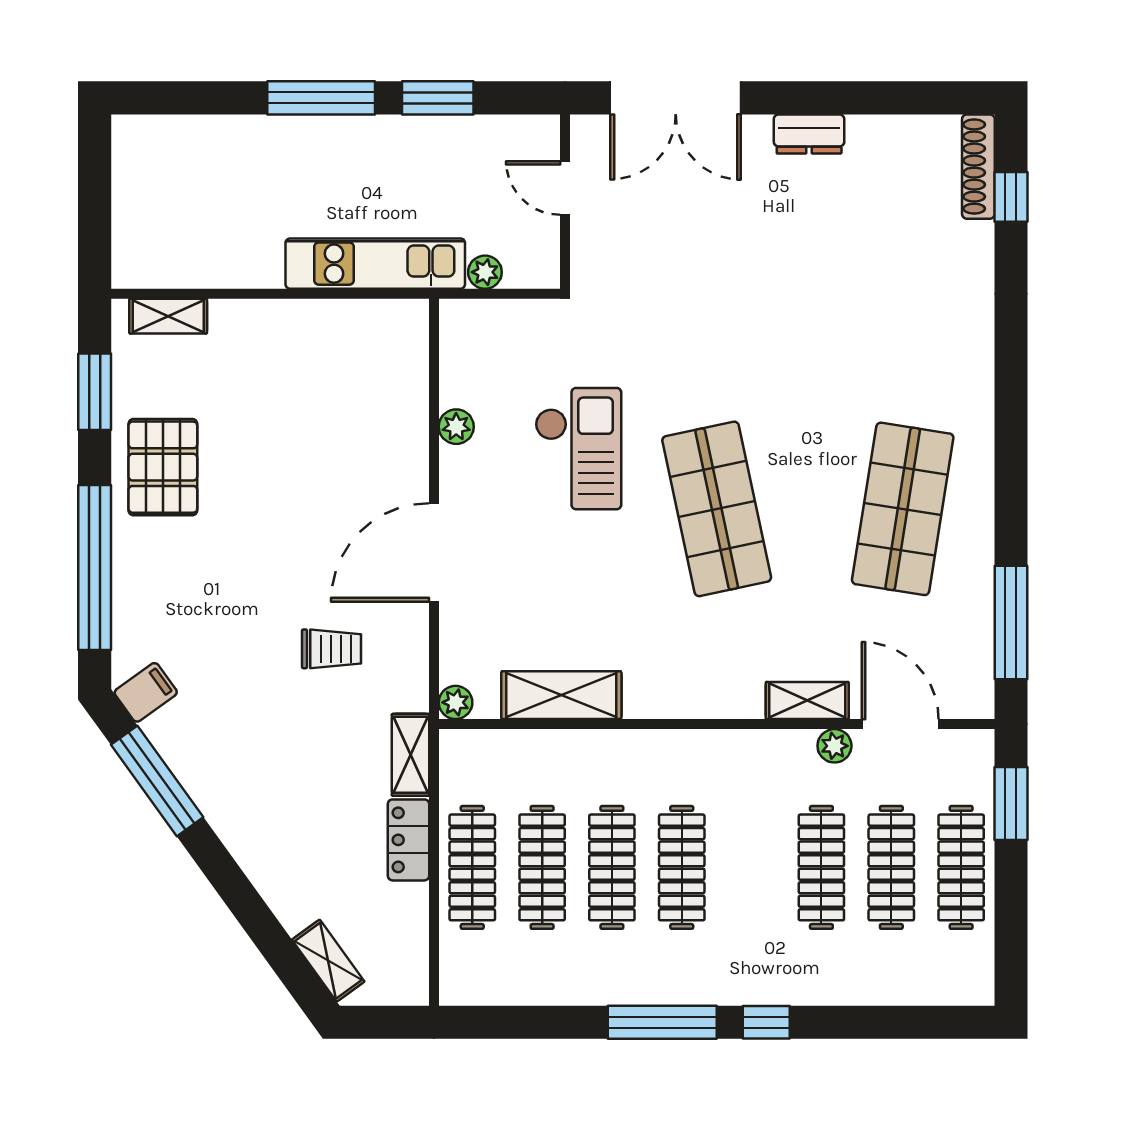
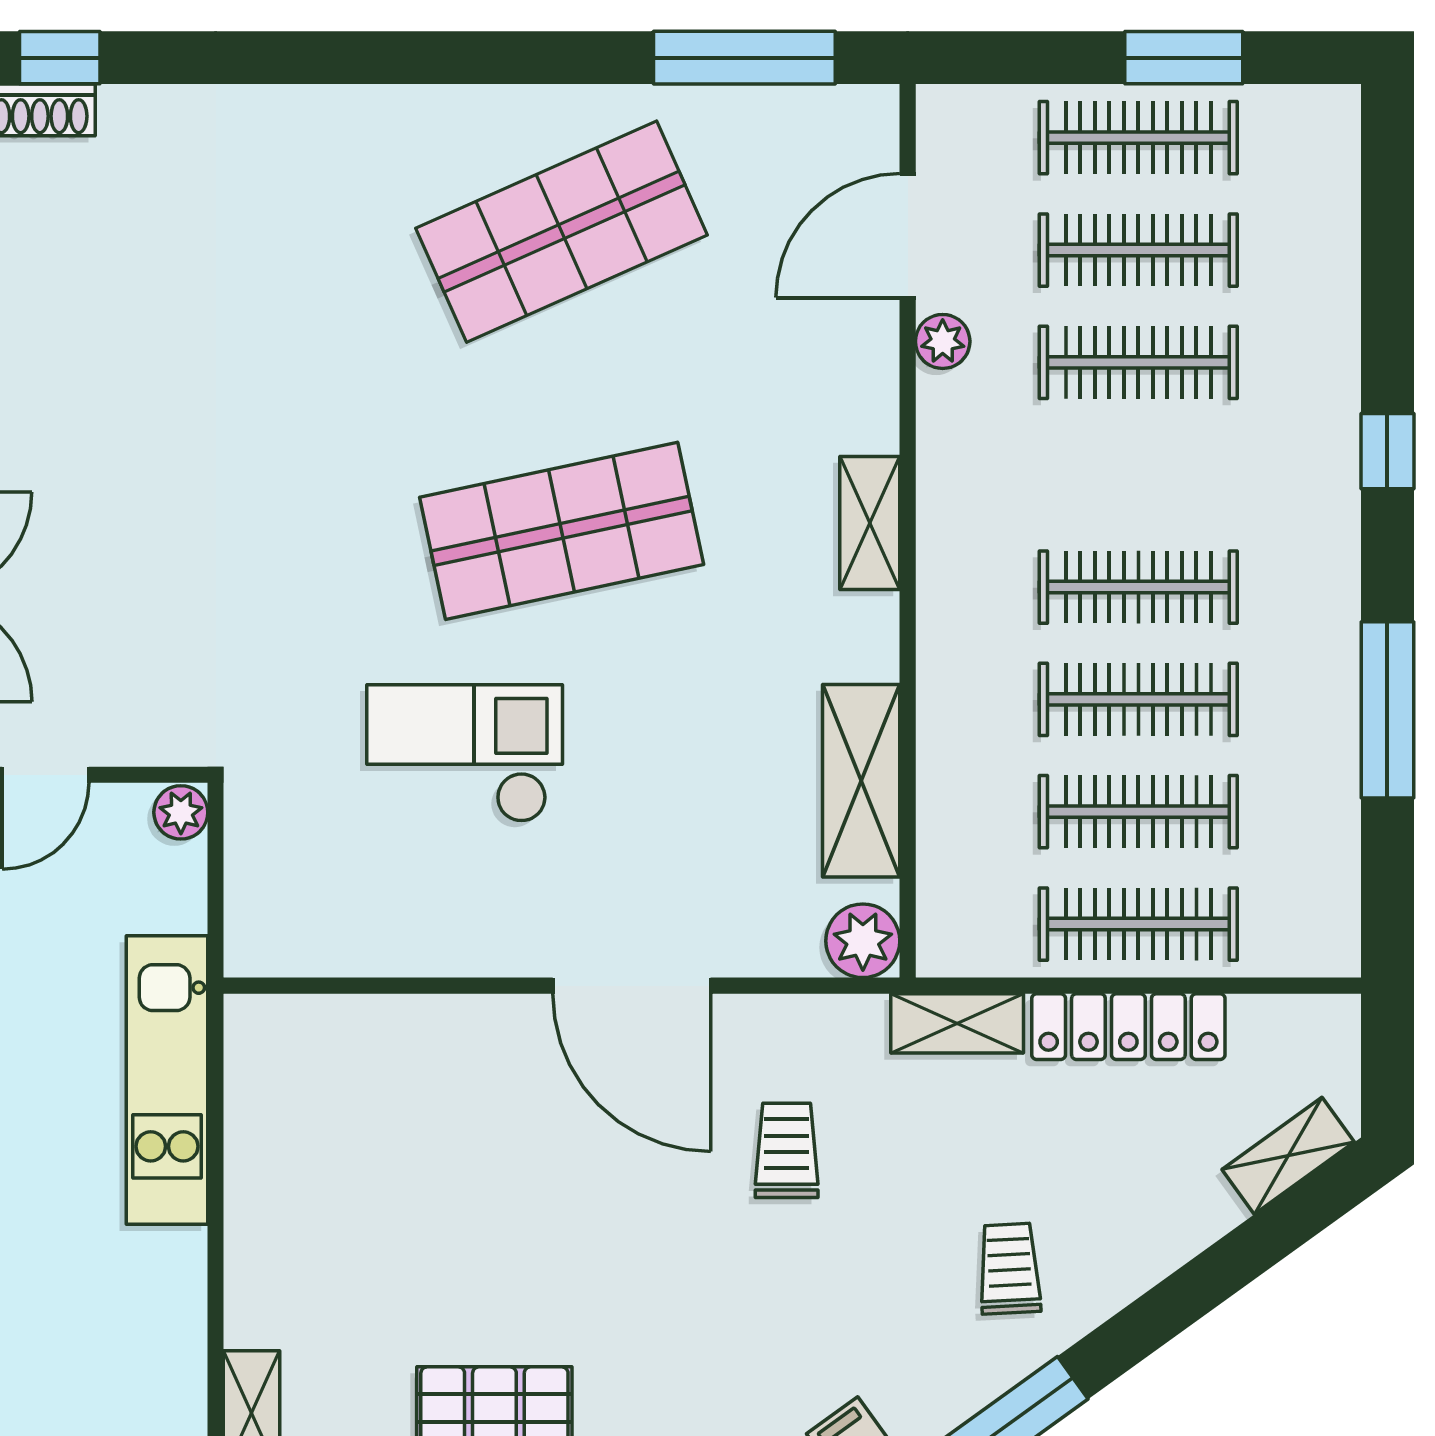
plant: (485, 272) -> (181, 812), moved
plant: (456, 427) -> (429, 950), removed
shop shelf: (903, 509) -> (562, 232), turned -33
shelving: (807, 700) -> (870, 523), moved
plant: (456, 702) -> (863, 941), width x1.38, depth x1.38
trolley: (258, 787) -> (1009, 1269), added
window: (1011, 803) -> (1184, 58), moved
locker: (408, 840) -> (1128, 1027), width x1.53
window: (662, 1022) -> (1387, 710), moved

